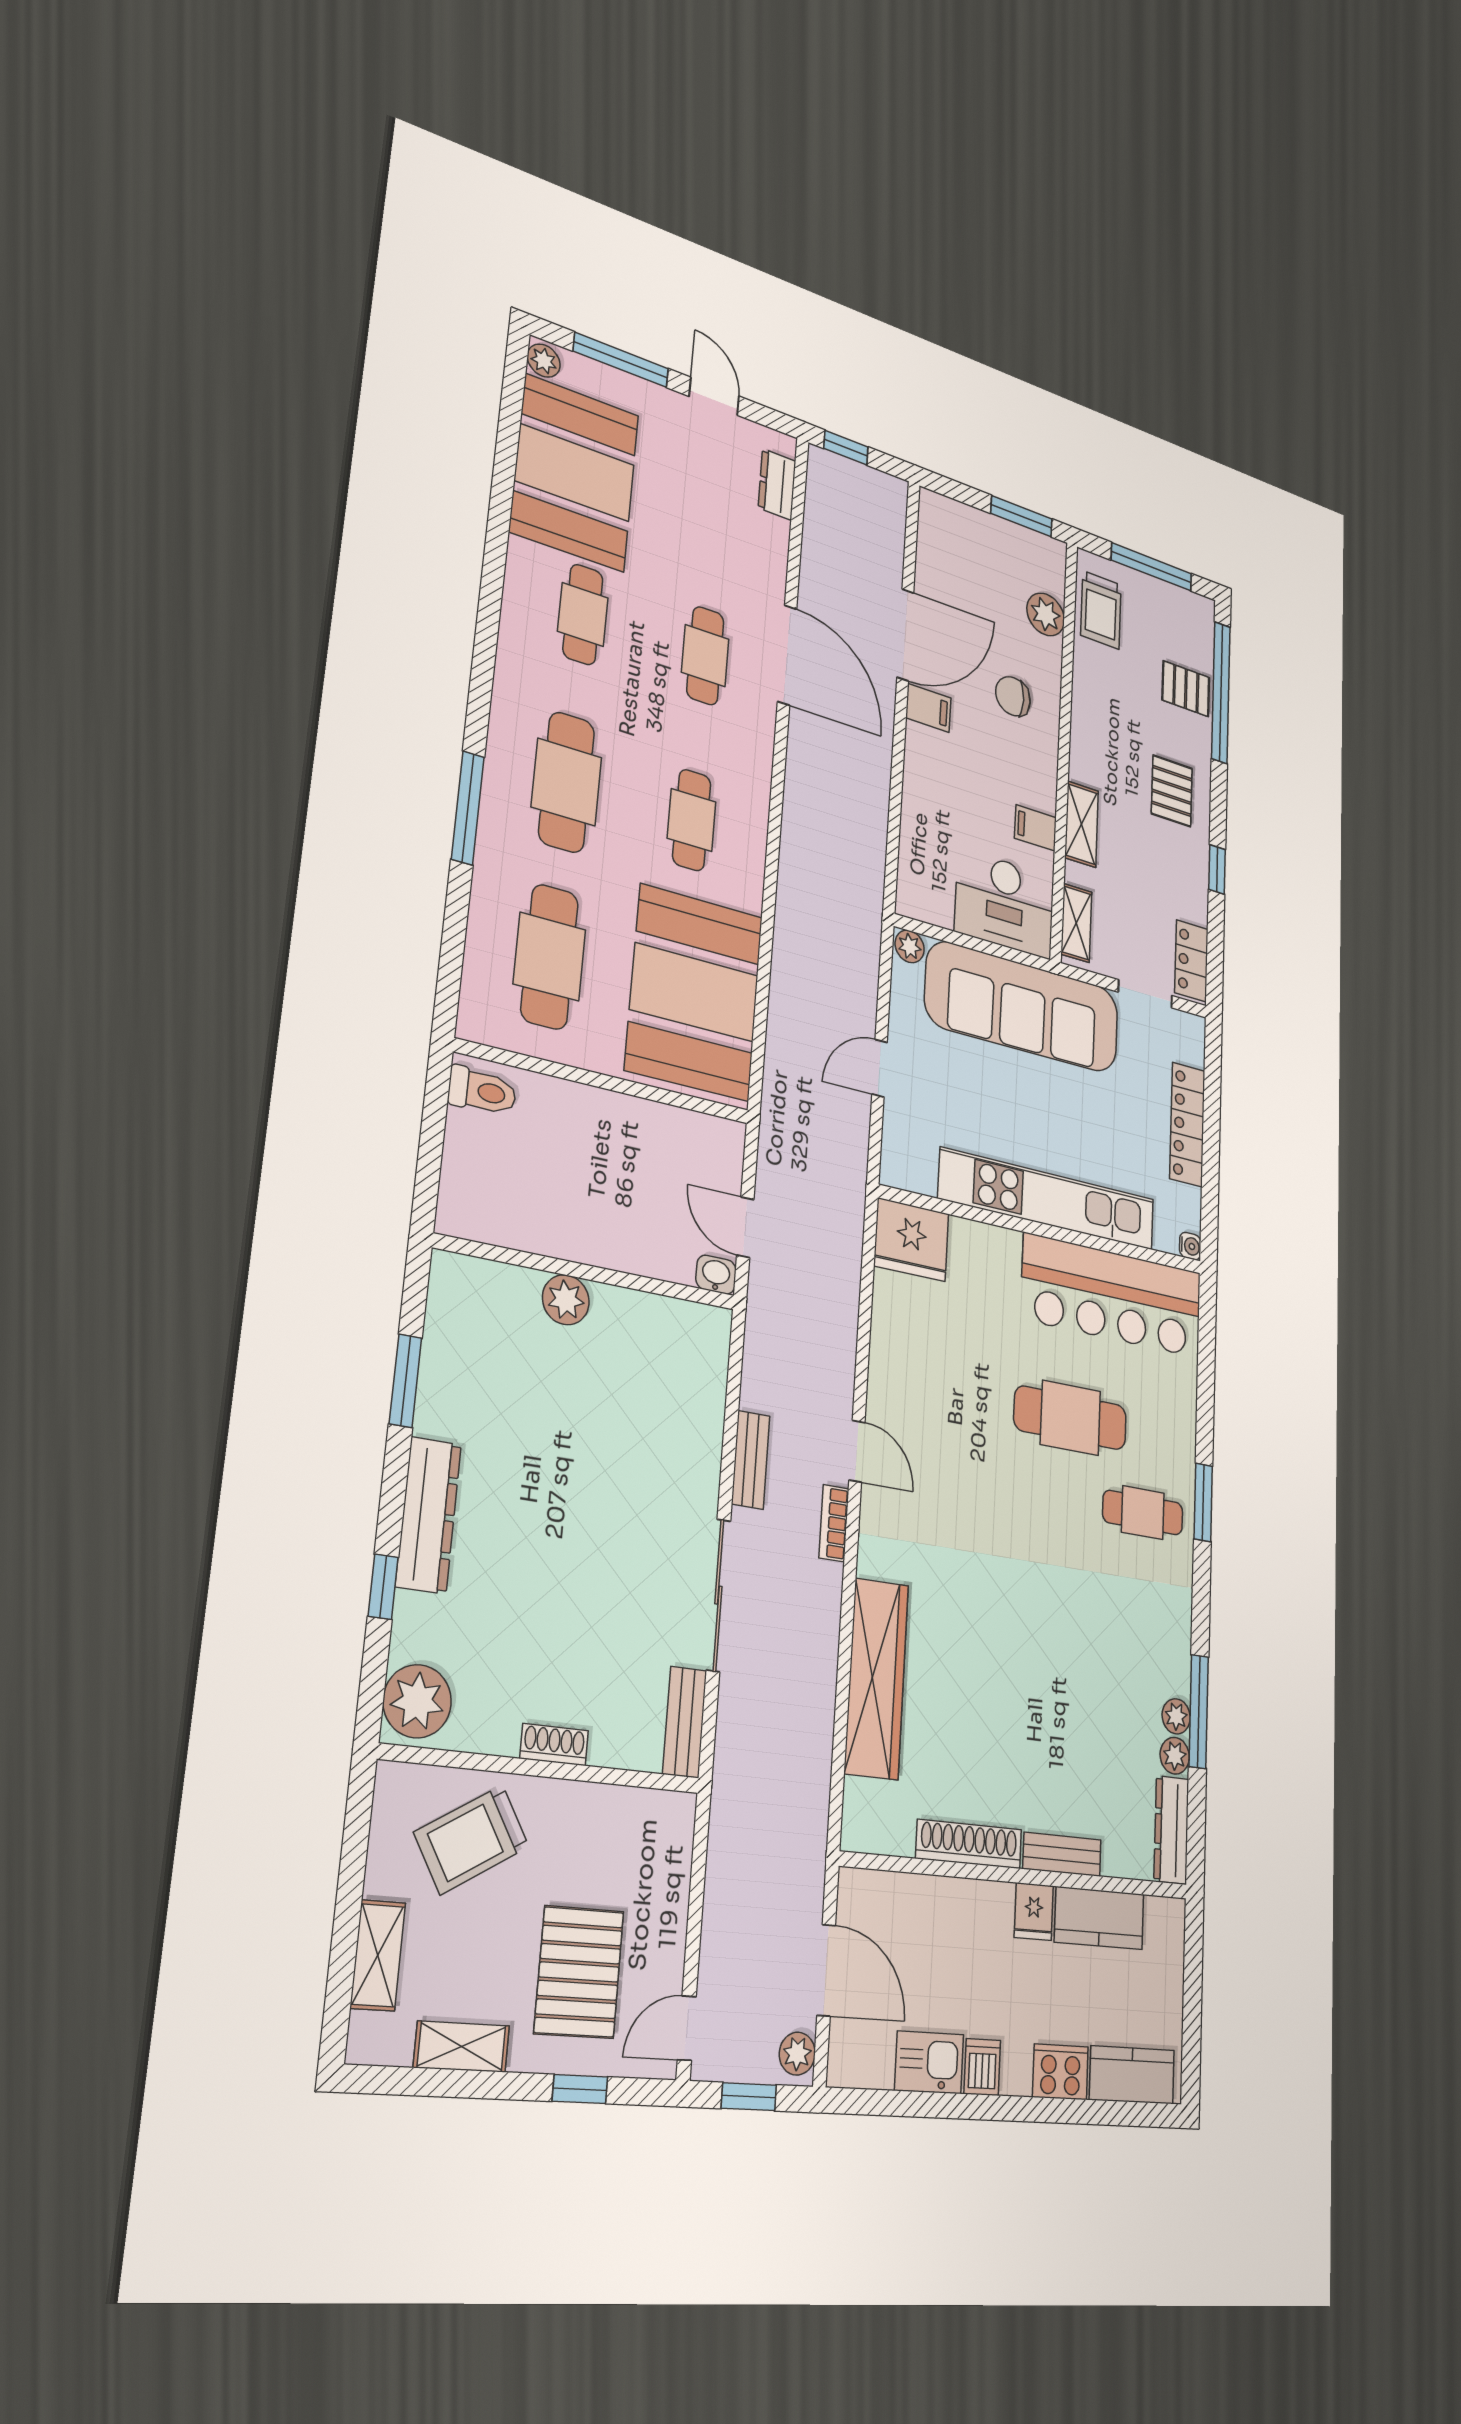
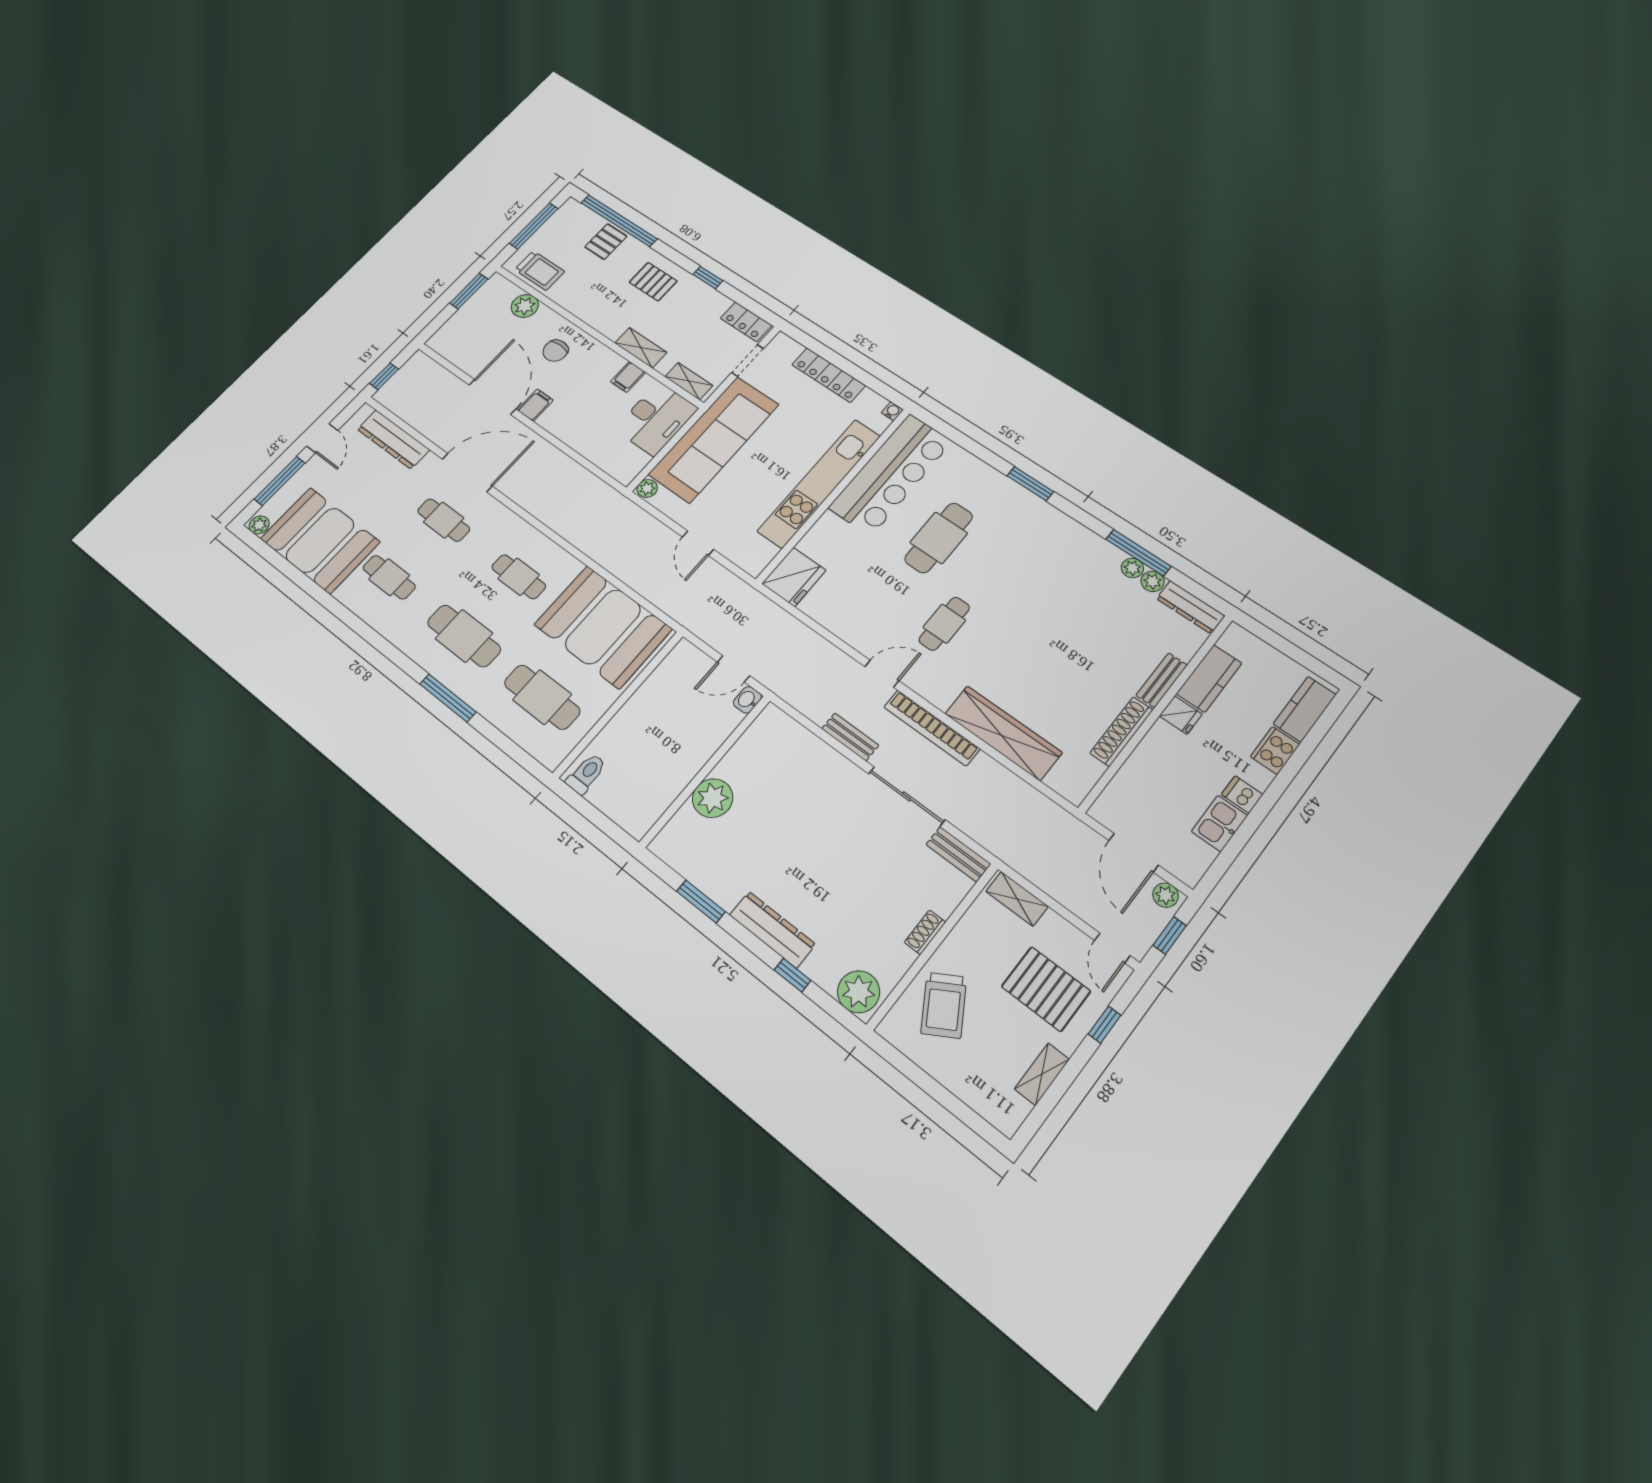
door: (714, 396) -> (322, 438), swing flipped
dresser: (777, 484) -> (393, 439), width x1.96, depth x1.24
plant: (566, 1300) -> (713, 798), width x1.36, depth x1.36
cafe table: (1143, 1513) -> (944, 624), moved
bookcase: (834, 1523) -> (932, 728), width x2.31, depth x1.31
shelving: (378, 1955) -> (1017, 899), moved
door: (826, 1970) -> (1134, 853), swing flipped

